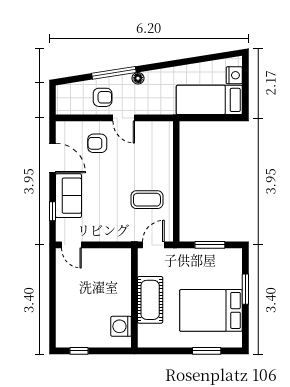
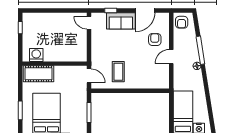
armchair: (103, 97) -> (182, 22), moved
door: (71, 245) -> (89, 23), hinge flipped
cot: (150, 300) -> (39, 74), moved

